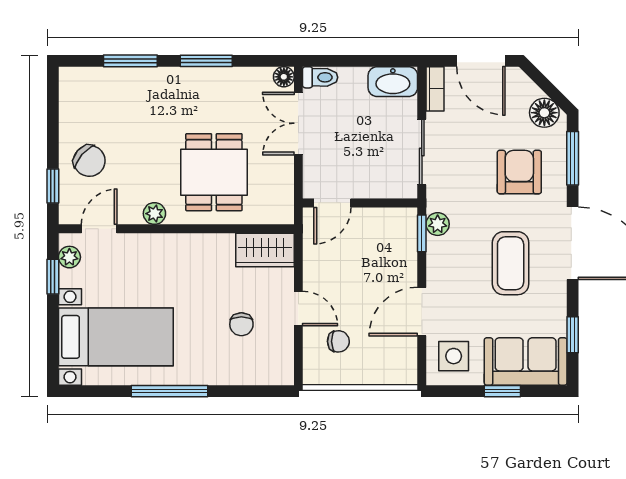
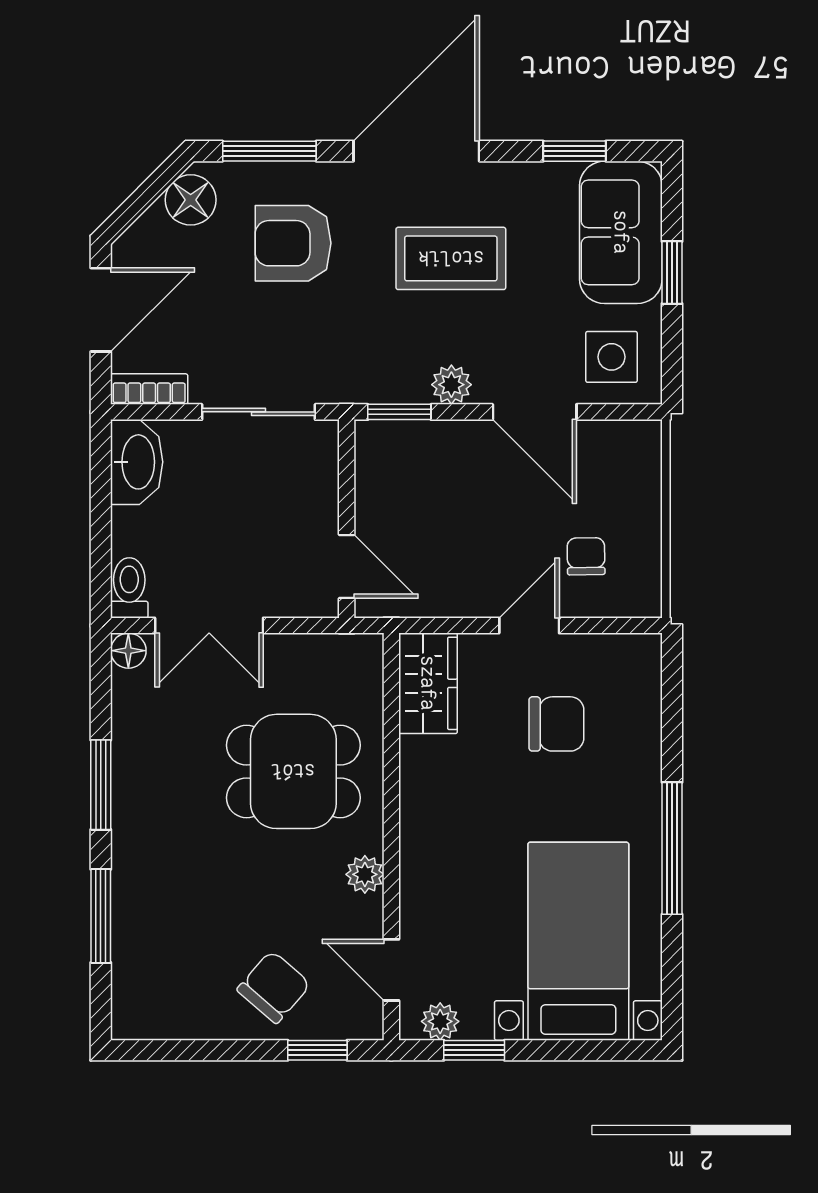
plant: (438, 224) -> (451, 385), moved
chair: (241, 324) -> (556, 724), width x1.37, depth x1.37

